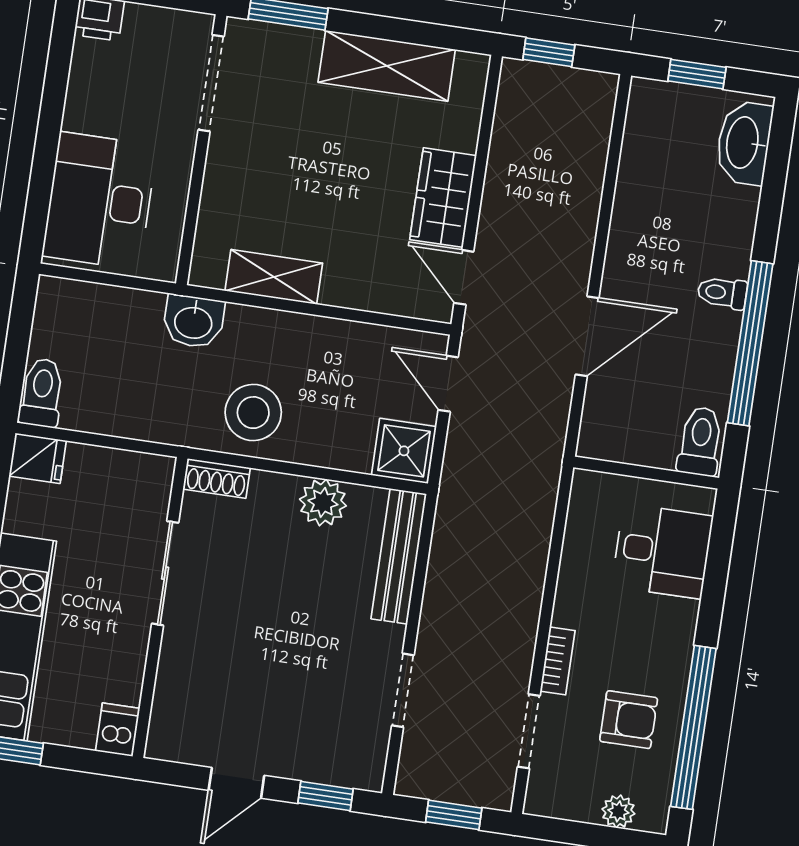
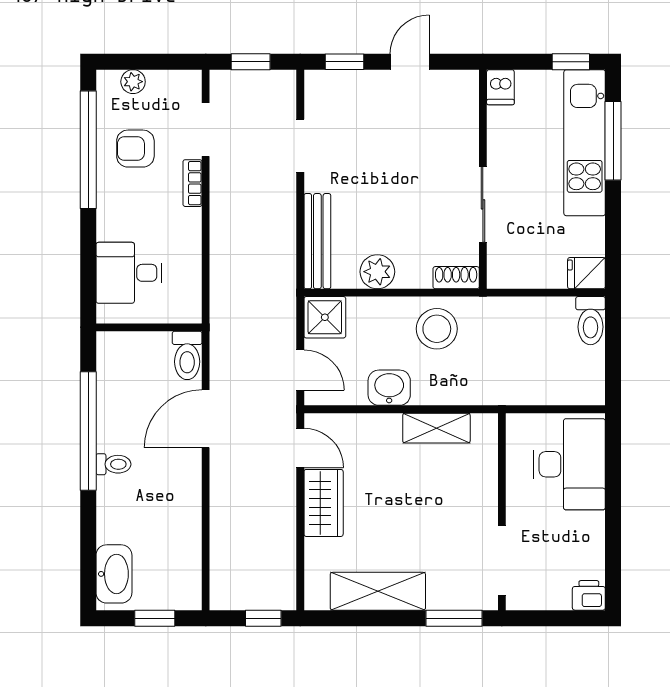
washbasin: (193, 321) -> (389, 388), moved
toilet: (700, 441) -> (187, 355), moved

